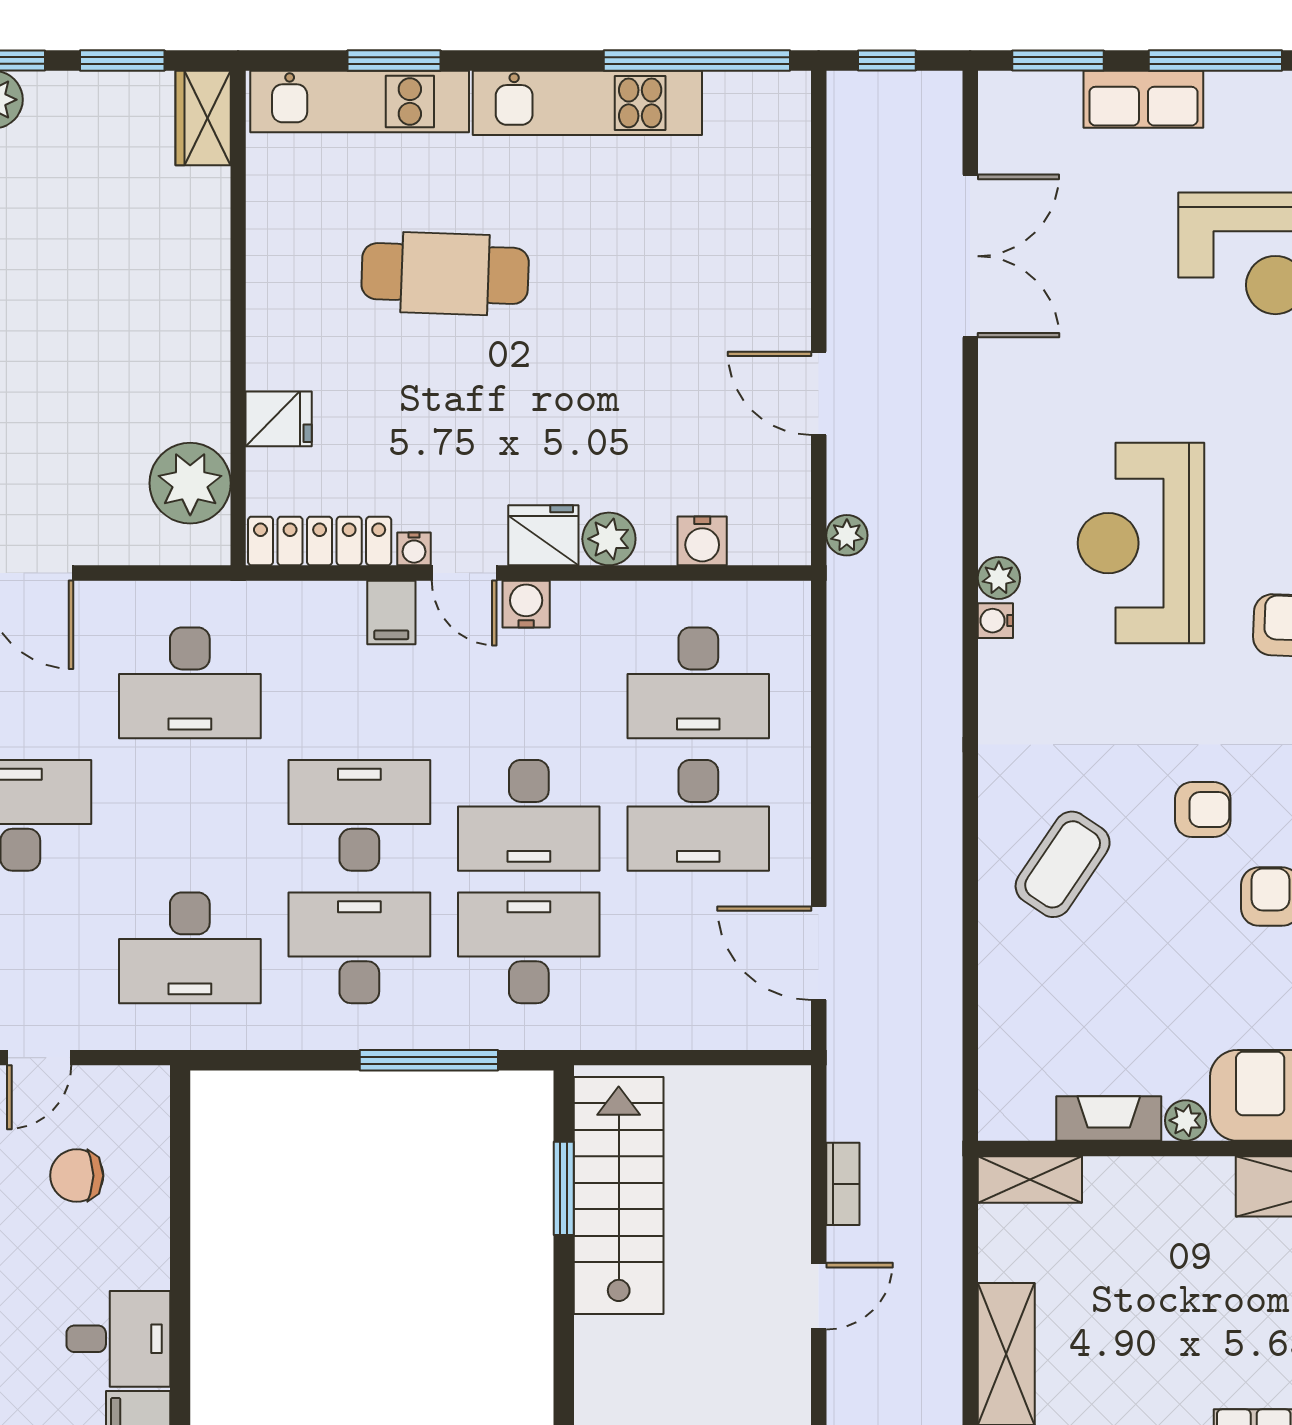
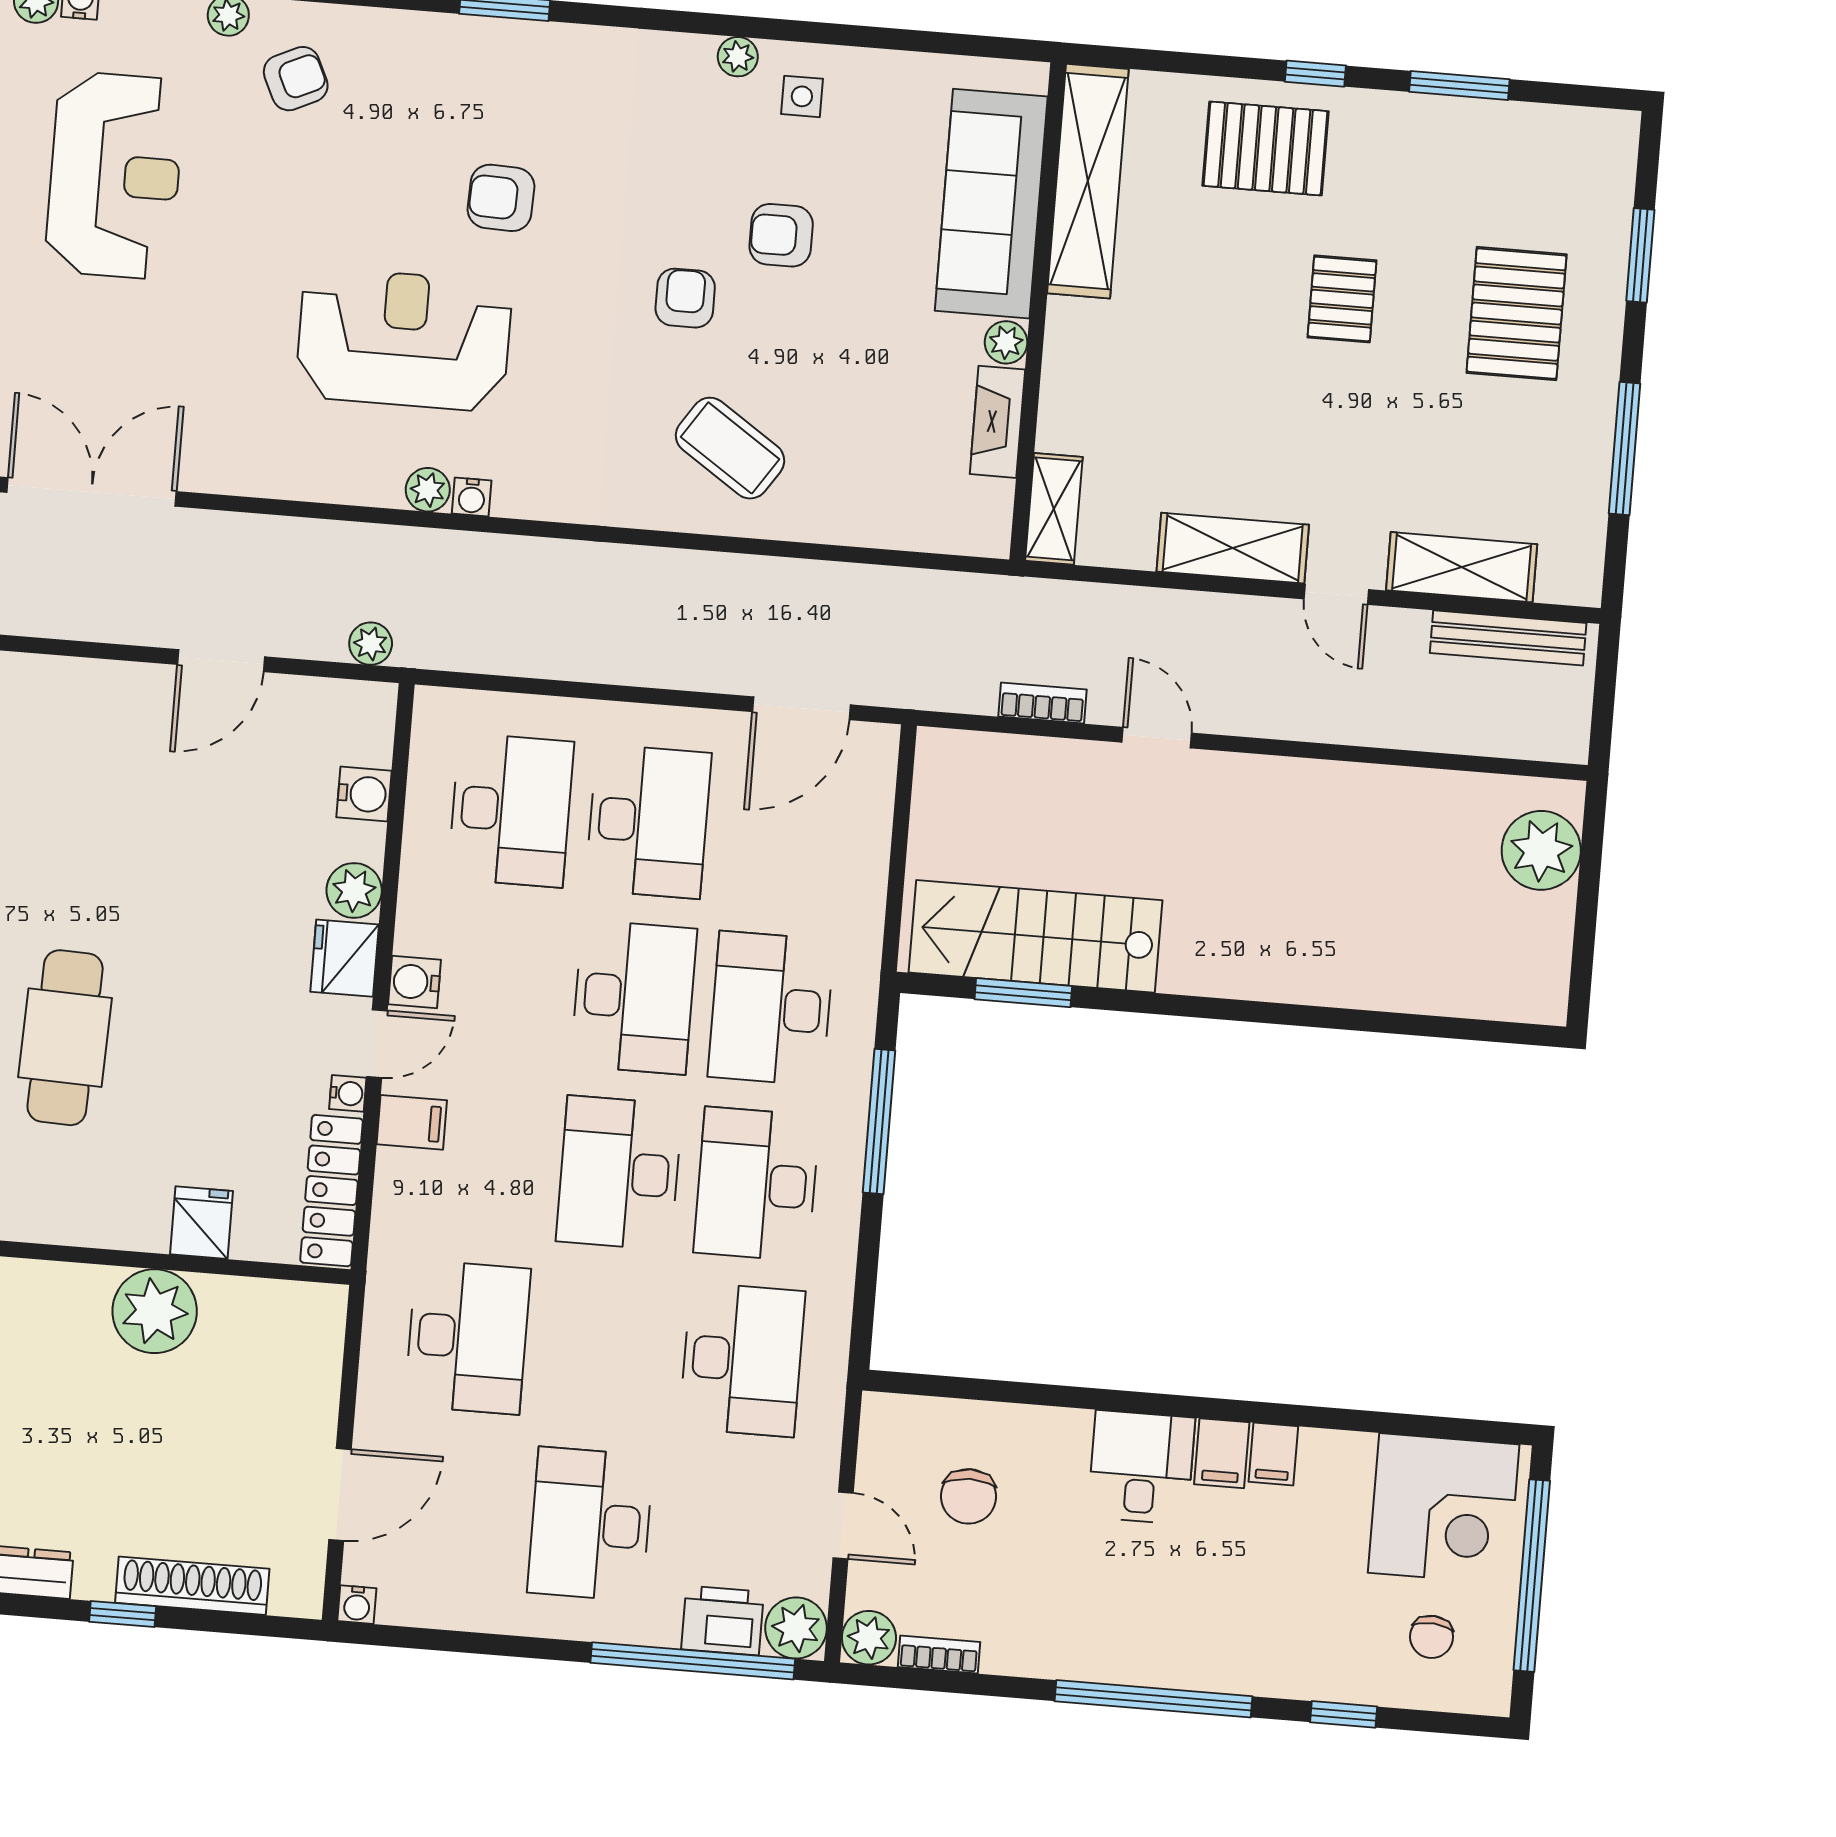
plant: (190, 483) -> (155, 1311), moved
reception desk: (1141, 543) -> (404, 339), turned 180

